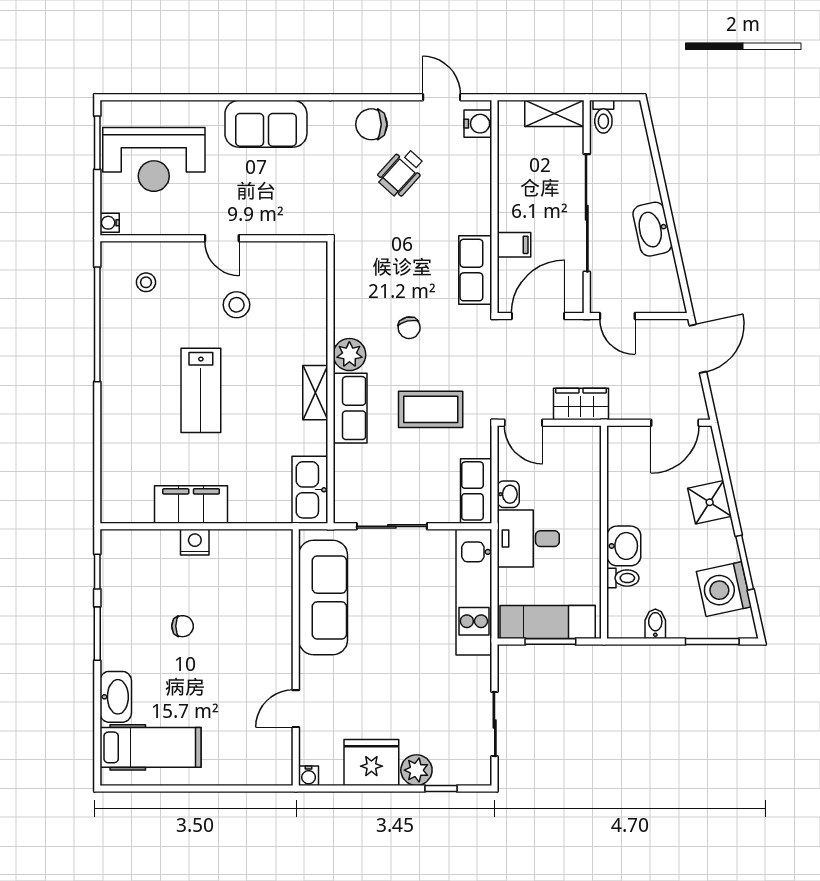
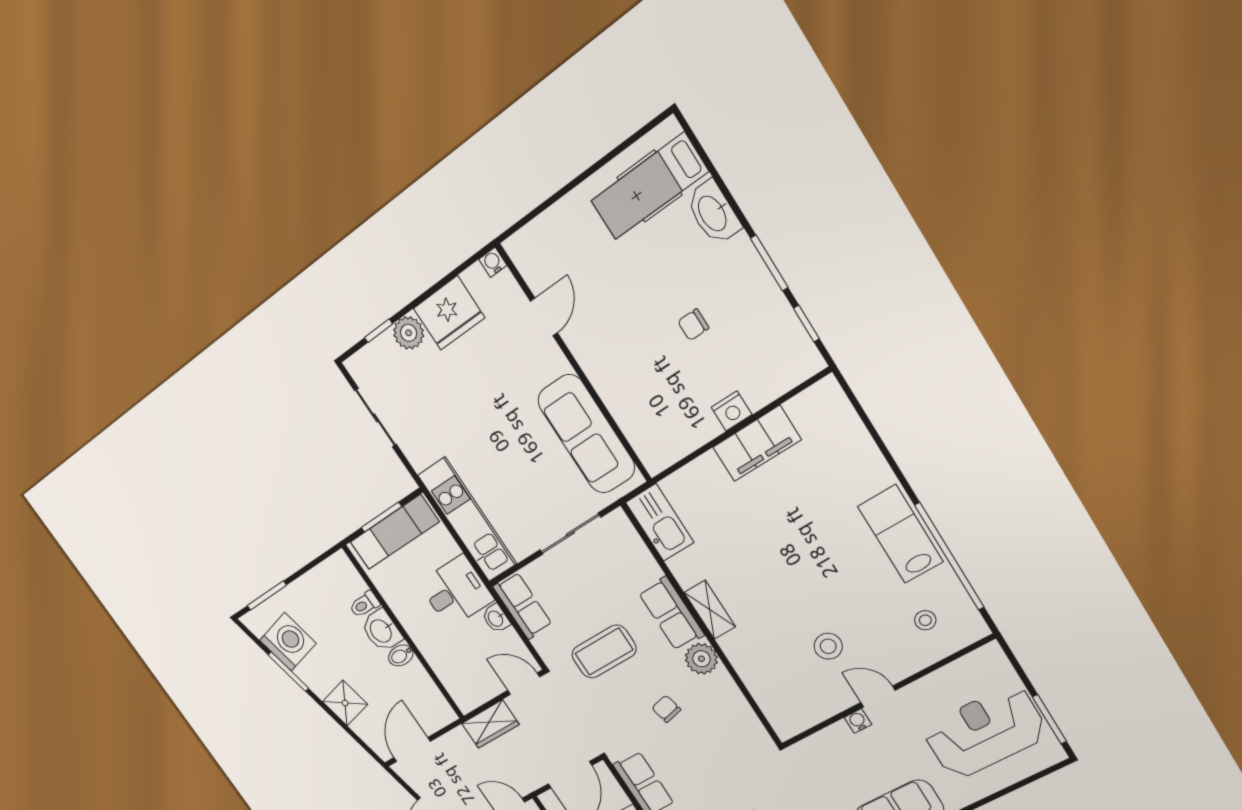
water cooler: (110, 223) -> (858, 721), moved, turned -90
lab bench: (201, 390) -> (900, 534), moved
bidet: (655, 624) -> (401, 655), moved, turned 90

